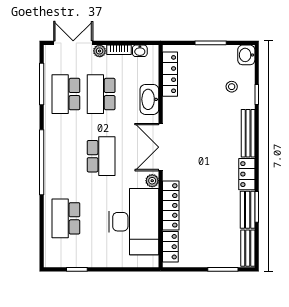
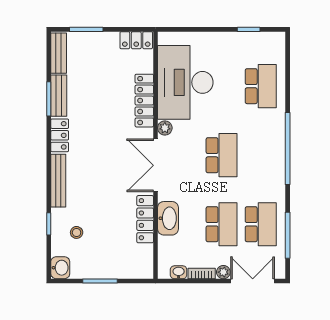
double door: (73, 43) -> (253, 281), swing flipped
locker: (170, 74) -> (145, 219), moved
double door: (161, 147) -> (156, 165), swing flipped
school desk: (101, 156) -> (222, 155), turned 180
locker: (170, 247) -> (136, 40), moved, turned -90

